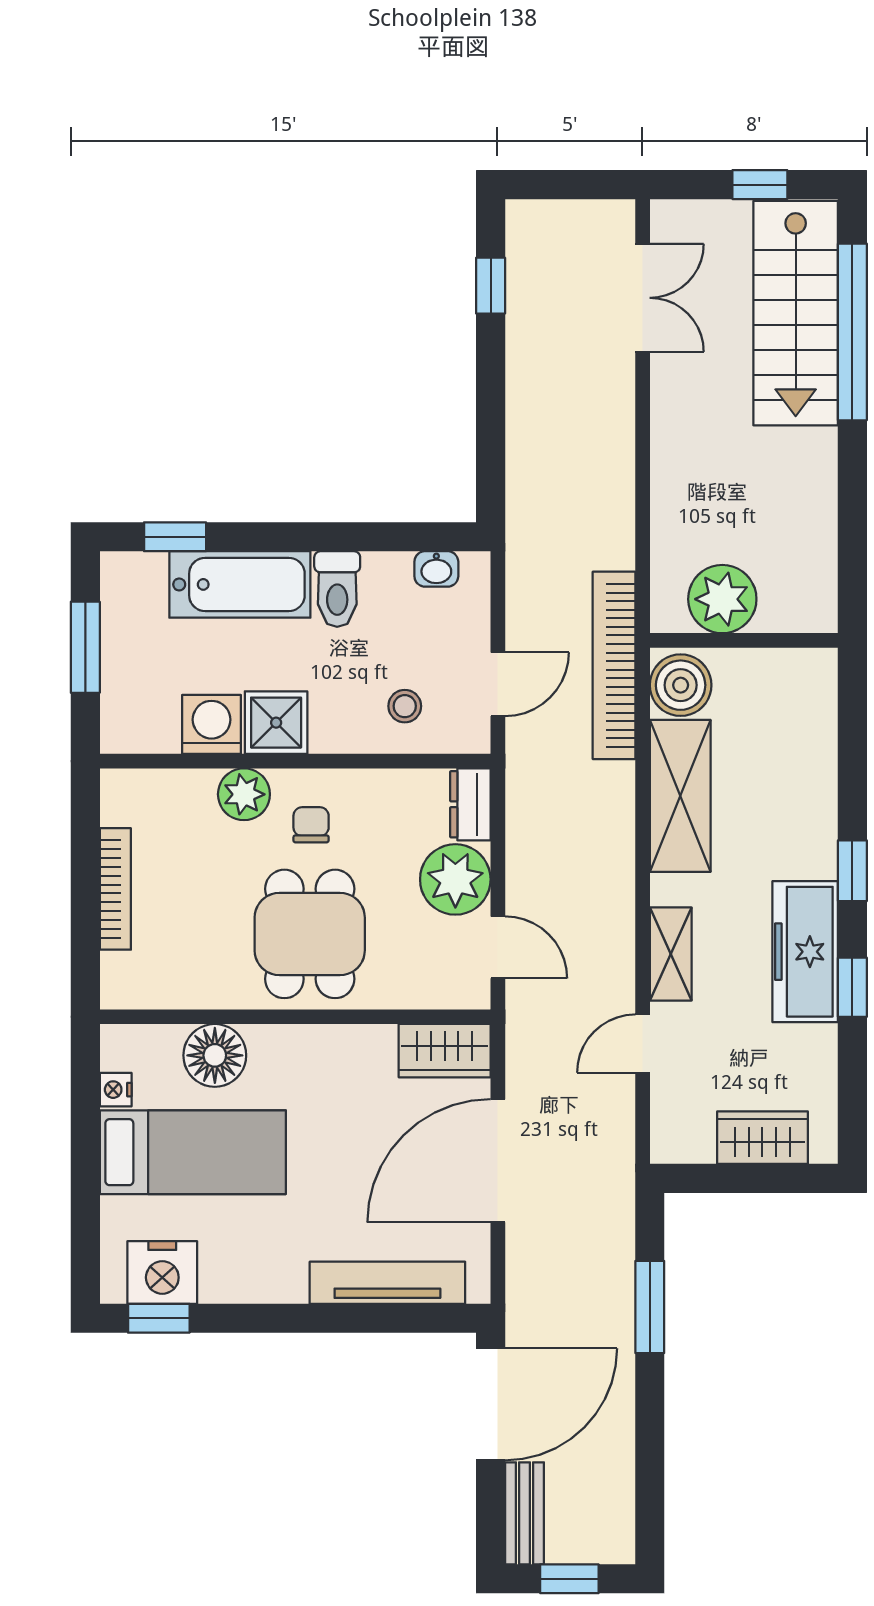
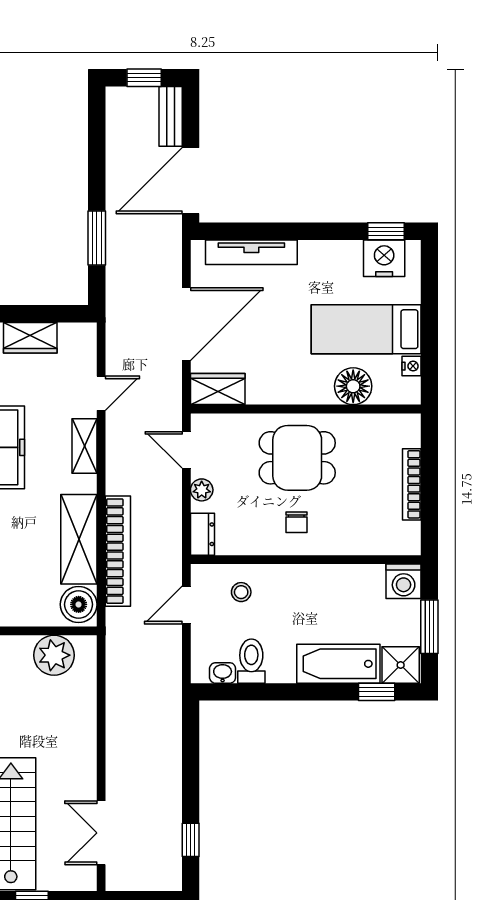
toilet: (337, 589) -> (251, 661), moved
bookcase: (614, 665) -> (118, 551), moved
shower: (276, 723) -> (401, 665), moved
washing machine: (212, 724) -> (404, 581), moved
plant: (244, 794) -> (336, 540), removed
plant: (455, 879) -> (202, 490), width x0.53, depth x0.53
dining table: (310, 934) -> (297, 458), turned 90

